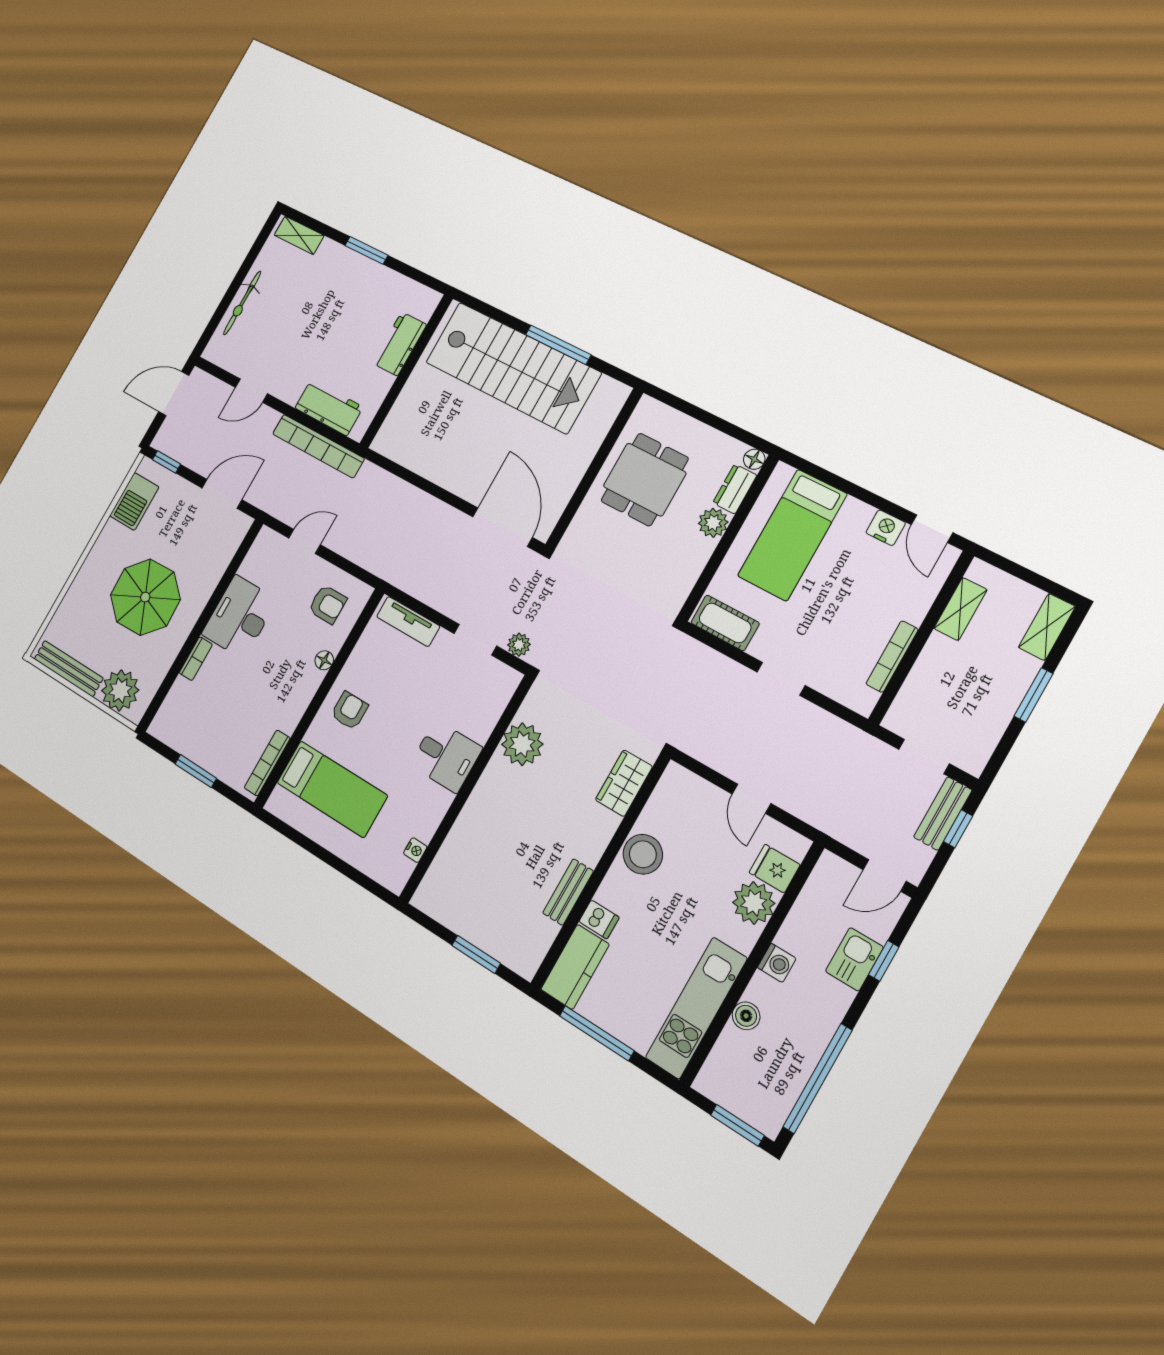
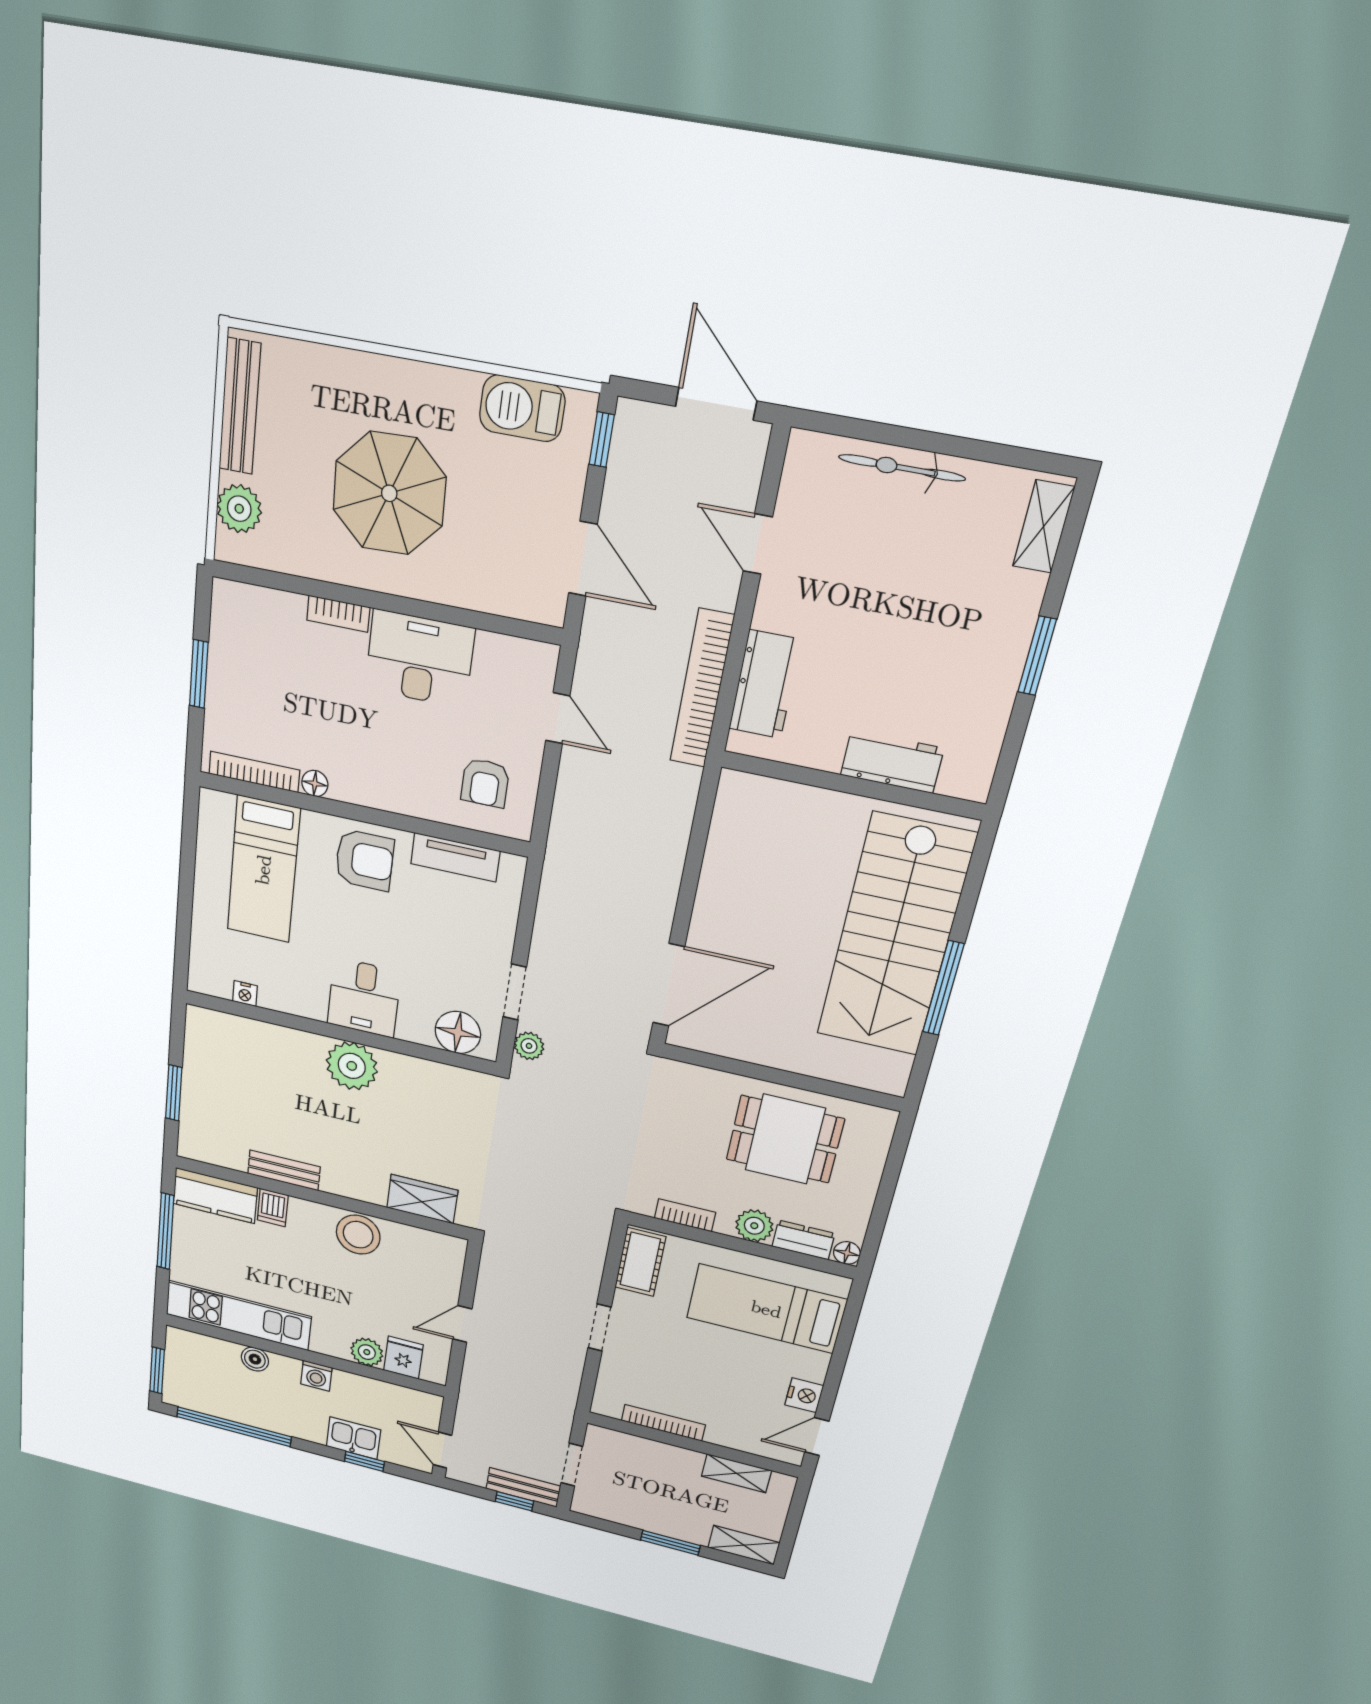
bookcase: (691, 574) -> (685, 1215), added
tv unit: (408, 621) -> (455, 857), moved, turned -90
floor lamp: (324, 660) -> (315, 783), moved
plant: (120, 690) -> (239, 509), width x0.73, depth x0.73
floor lamp: (493, 695) -> (458, 1032), added
armchair: (349, 711) -> (364, 860), width x1.38, depth x1.38
plant: (522, 744) -> (352, 1066), moved
plant: (754, 903) -> (367, 1352), width x0.73, depth x0.73

